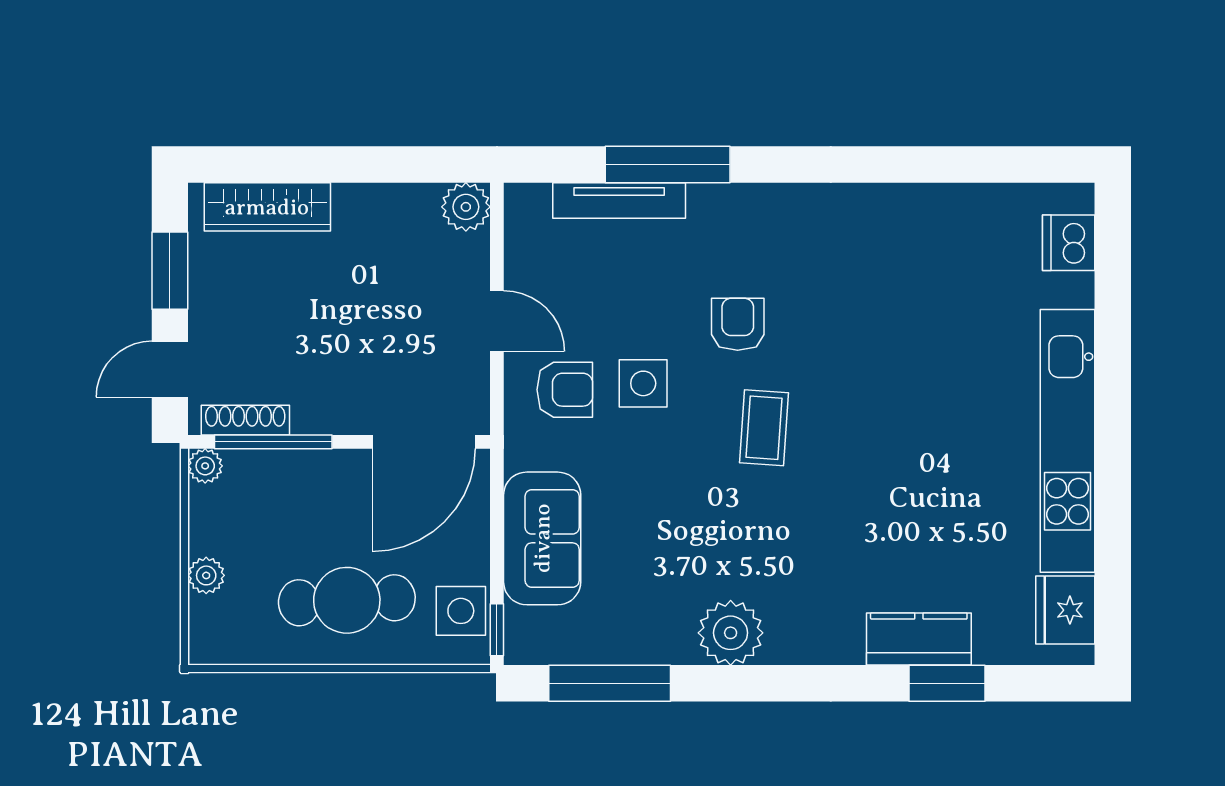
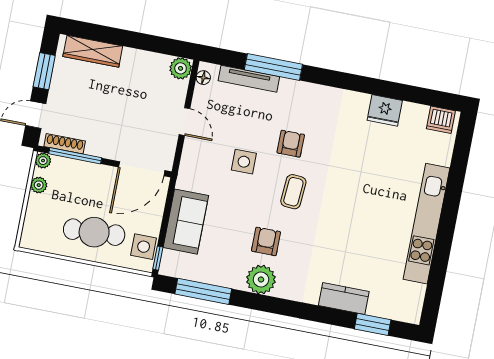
floor lamp: (519, 217) -> (203, 78), added
dishwasher: (1069, 243) -> (441, 120), moved, turned -90
armchair: (565, 390) -> (266, 241), moved, turned -90
plant: (206, 575) -> (39, 185), moved
fridge: (1065, 610) -> (385, 110), moved, turned -90
window: (947, 683) -> (373, 324), moved

